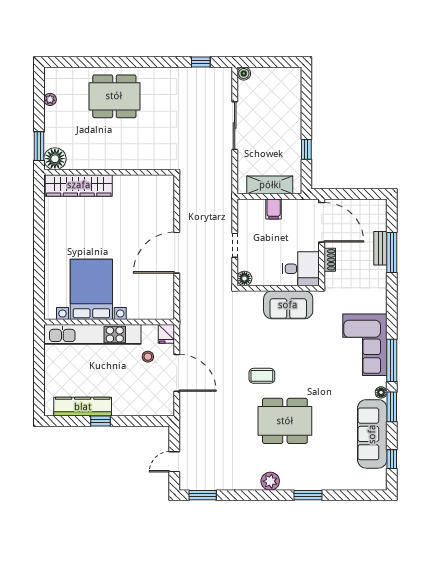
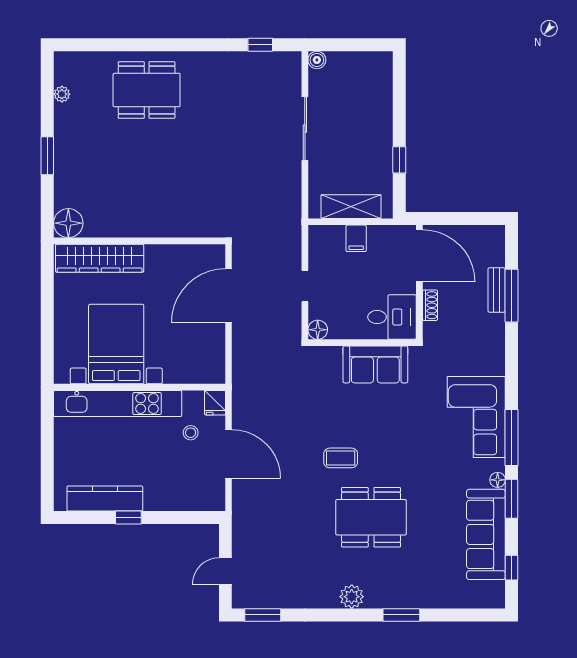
floor lamp: (55, 159) -> (68, 223), moved
wall: (109, 172) -> (140, 241), moved
wardrobe: (79, 185) -> (100, 258), moved

